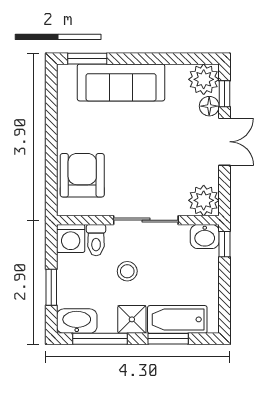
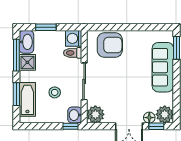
stool: (127, 271) -> (55, 92), moved
shower: (132, 319) -> (27, 62), moved

